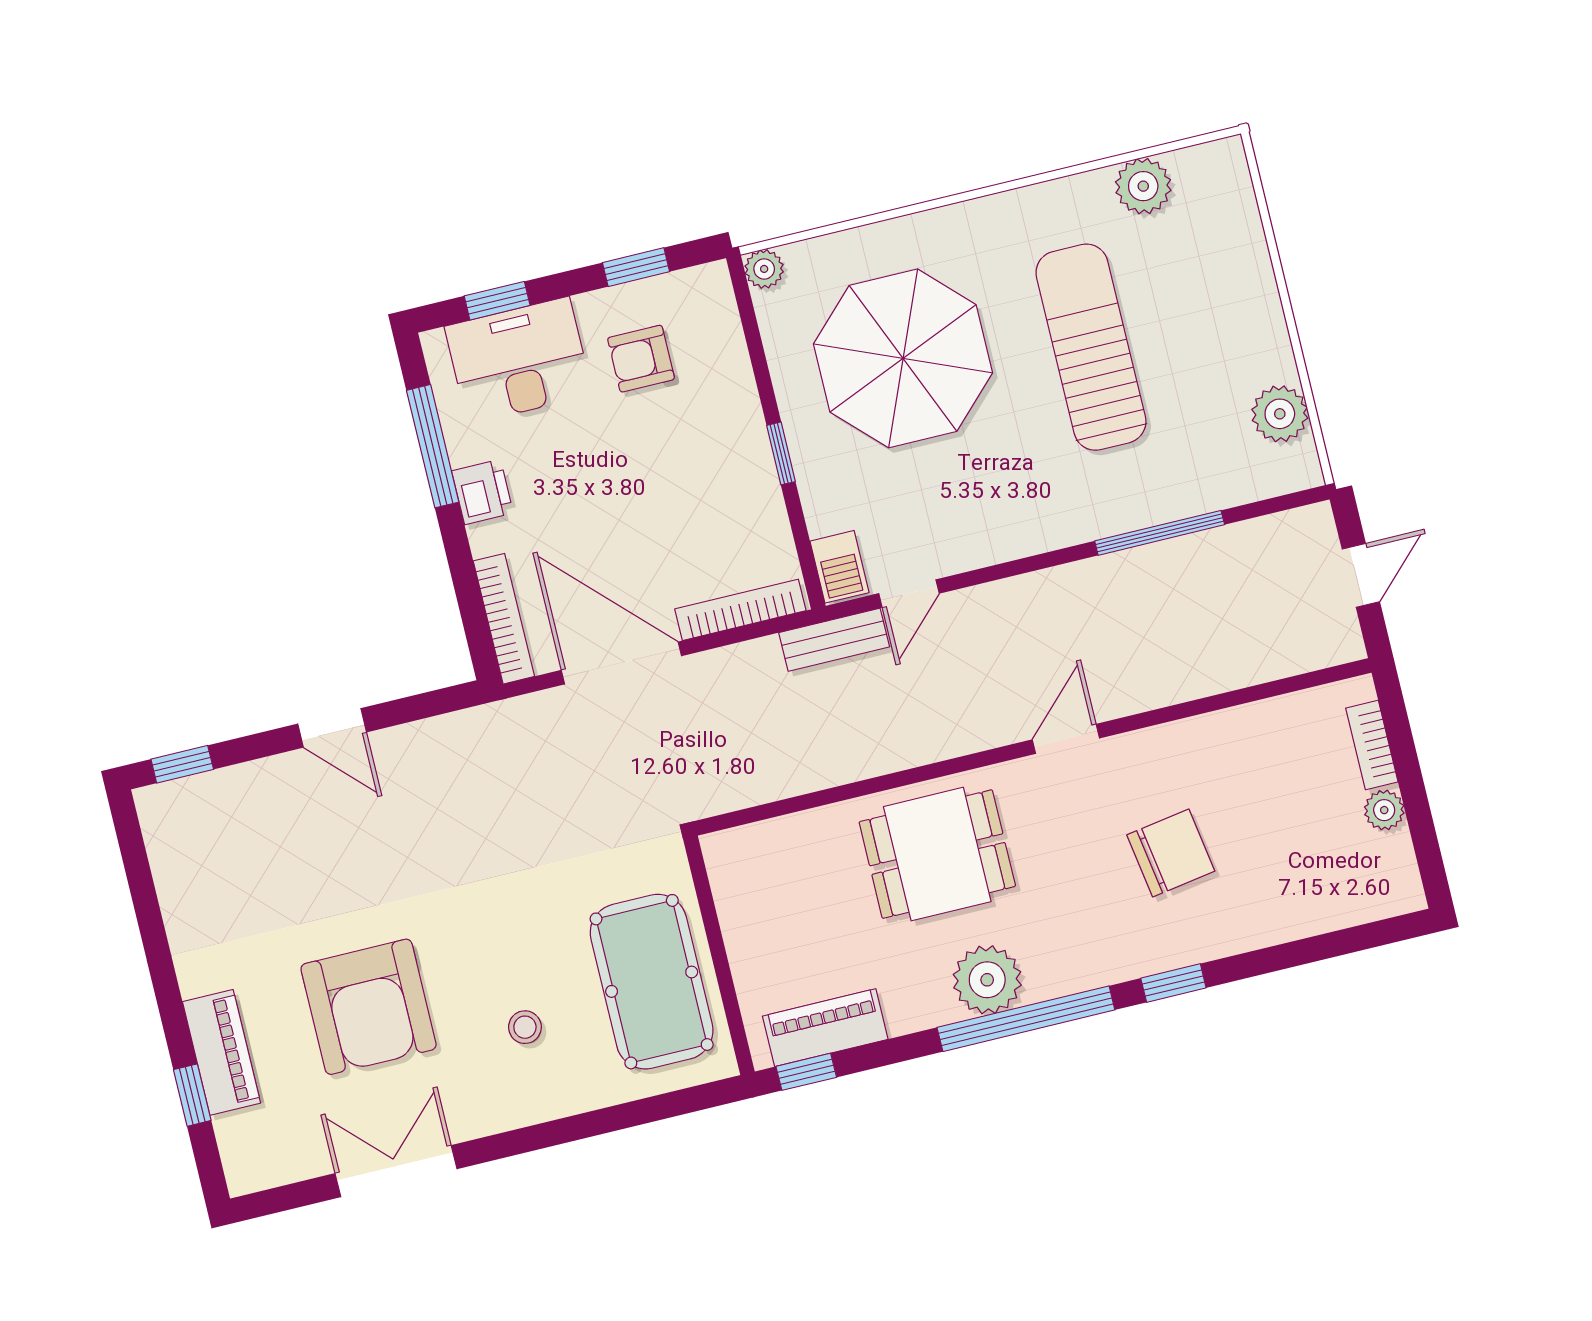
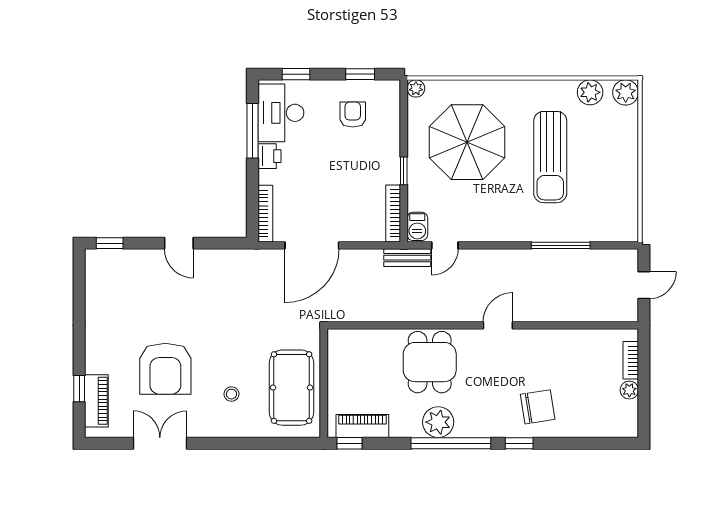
sun lounger: (1091, 347) -> (550, 157), turned 180
armchair: (641, 359) -> (353, 115), turned 90
desk: (519, 361) -> (281, 113), moved, turned -90
plant: (1280, 414) -> (626, 92), moved
bookcase: (740, 610) -> (393, 213), moved, turned -90
door: (621, 663) -> (312, 245), swing flipped
chair: (1171, 853) -> (538, 407), moved
dining table: (937, 854) -> (430, 362), turned 90
piano: (222, 1052) -> (96, 401), moved

